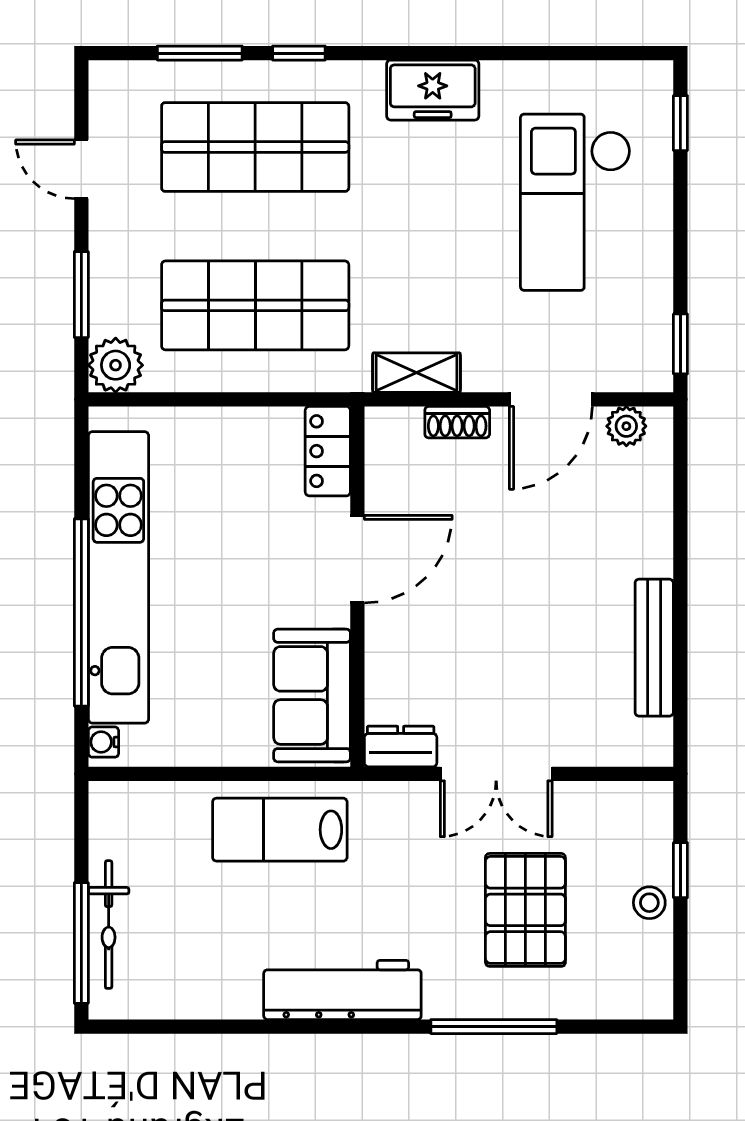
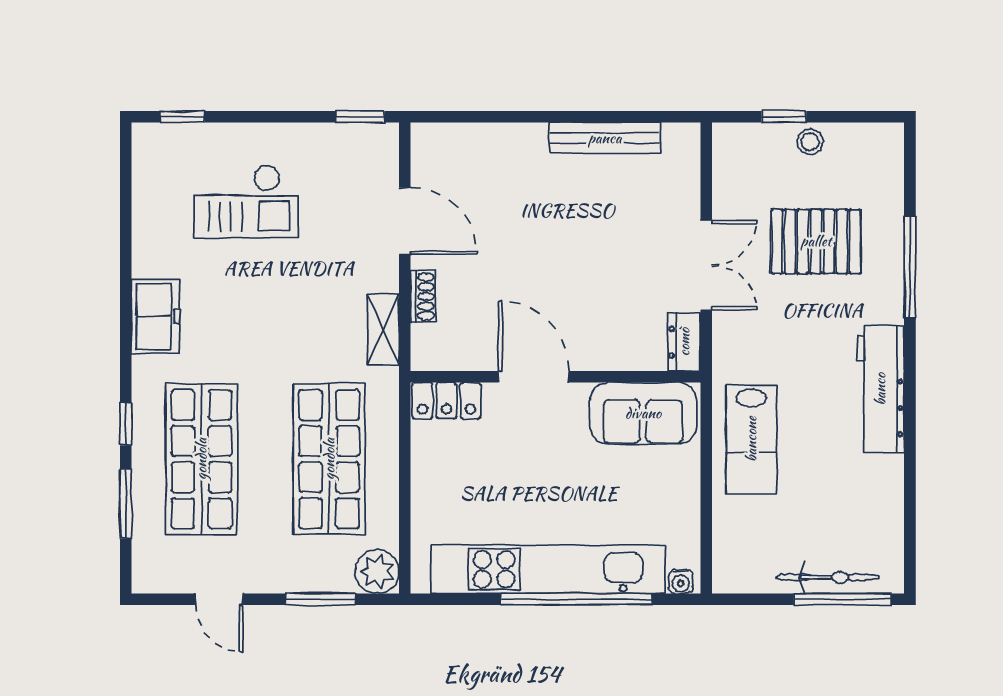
door: (81, 169) -> (219, 599), hinge flipped
checkout: (575, 202) -> (246, 201), width x0.73, depth x0.83
plant: (626, 426) -> (426, 160), removed

